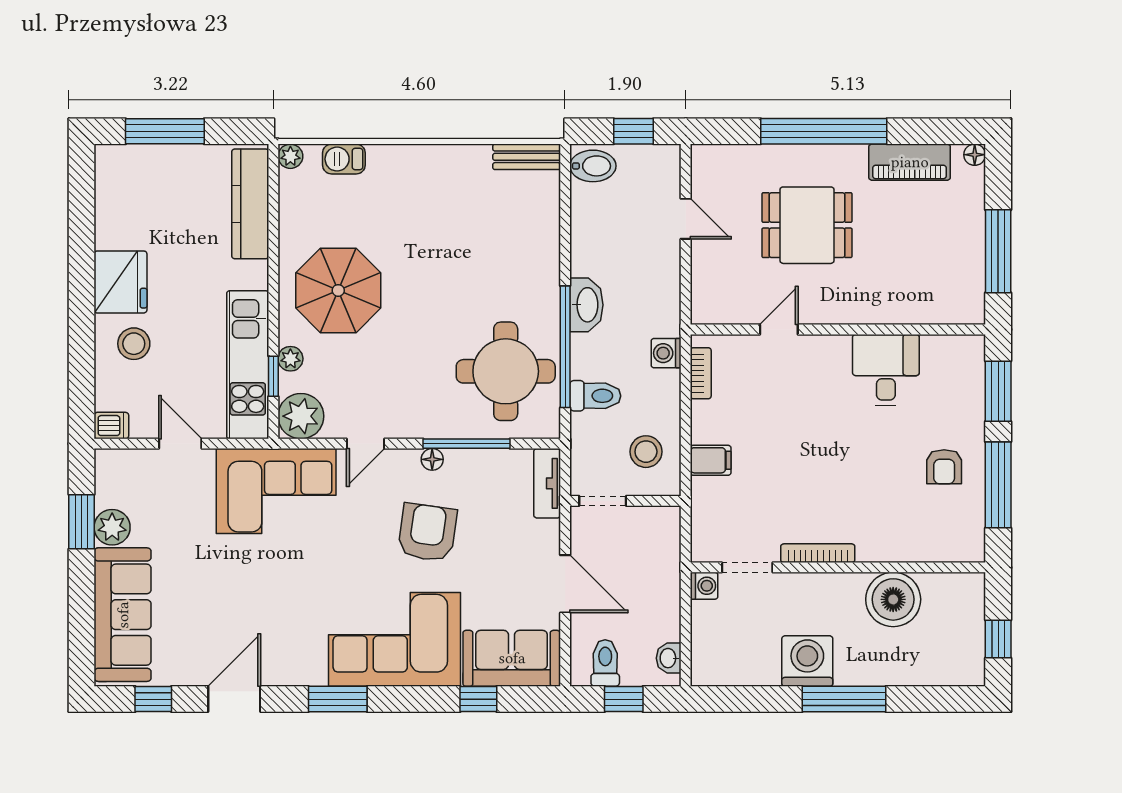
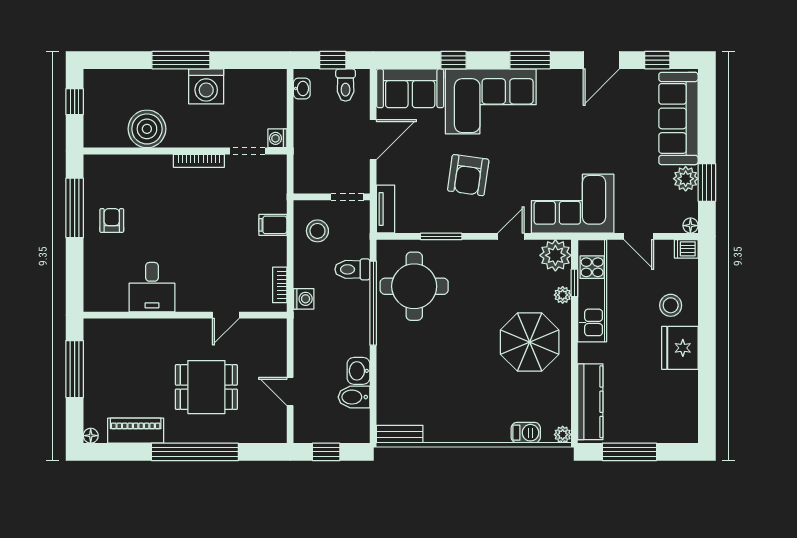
window: (165, 131) -> (629, 452), moved
bidet: (593, 166) -> (354, 397), moved
washbasin: (586, 305) -> (359, 371), moved, width x0.72
window: (998, 391) -> (75, 273), removed
window: (467, 444) -> (441, 236), width x0.69
floor lamp: (432, 459) -> (690, 226), moved
door: (565, 584) -> (373, 140), swing flipped
window: (478, 699) -> (454, 60), moved

